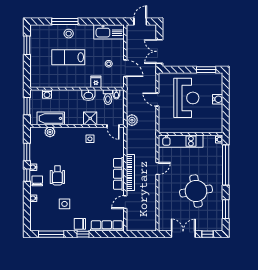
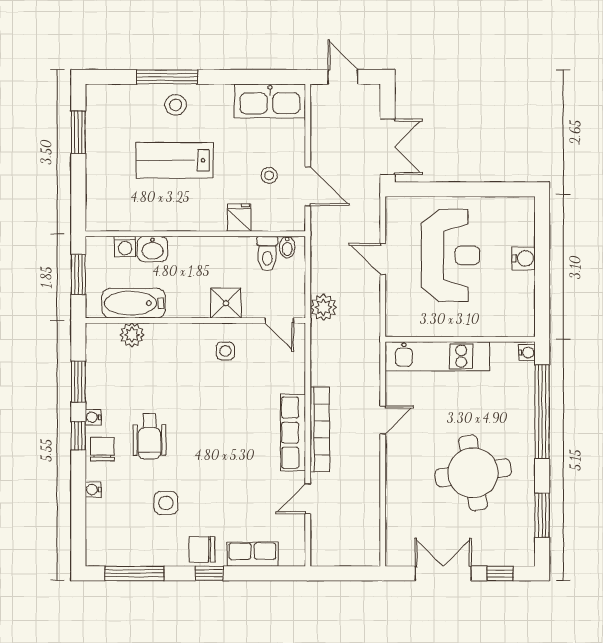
door: (140, 21) -> (343, 77), hinge flipped
double door: (159, 51) -> (387, 147), swing flipped
window: (206, 70) -> (497, 189), removed
washbasin: (88, 95) -> (152, 249), moved
row of seats: (107, 226) -> (252, 554), width x0.68

